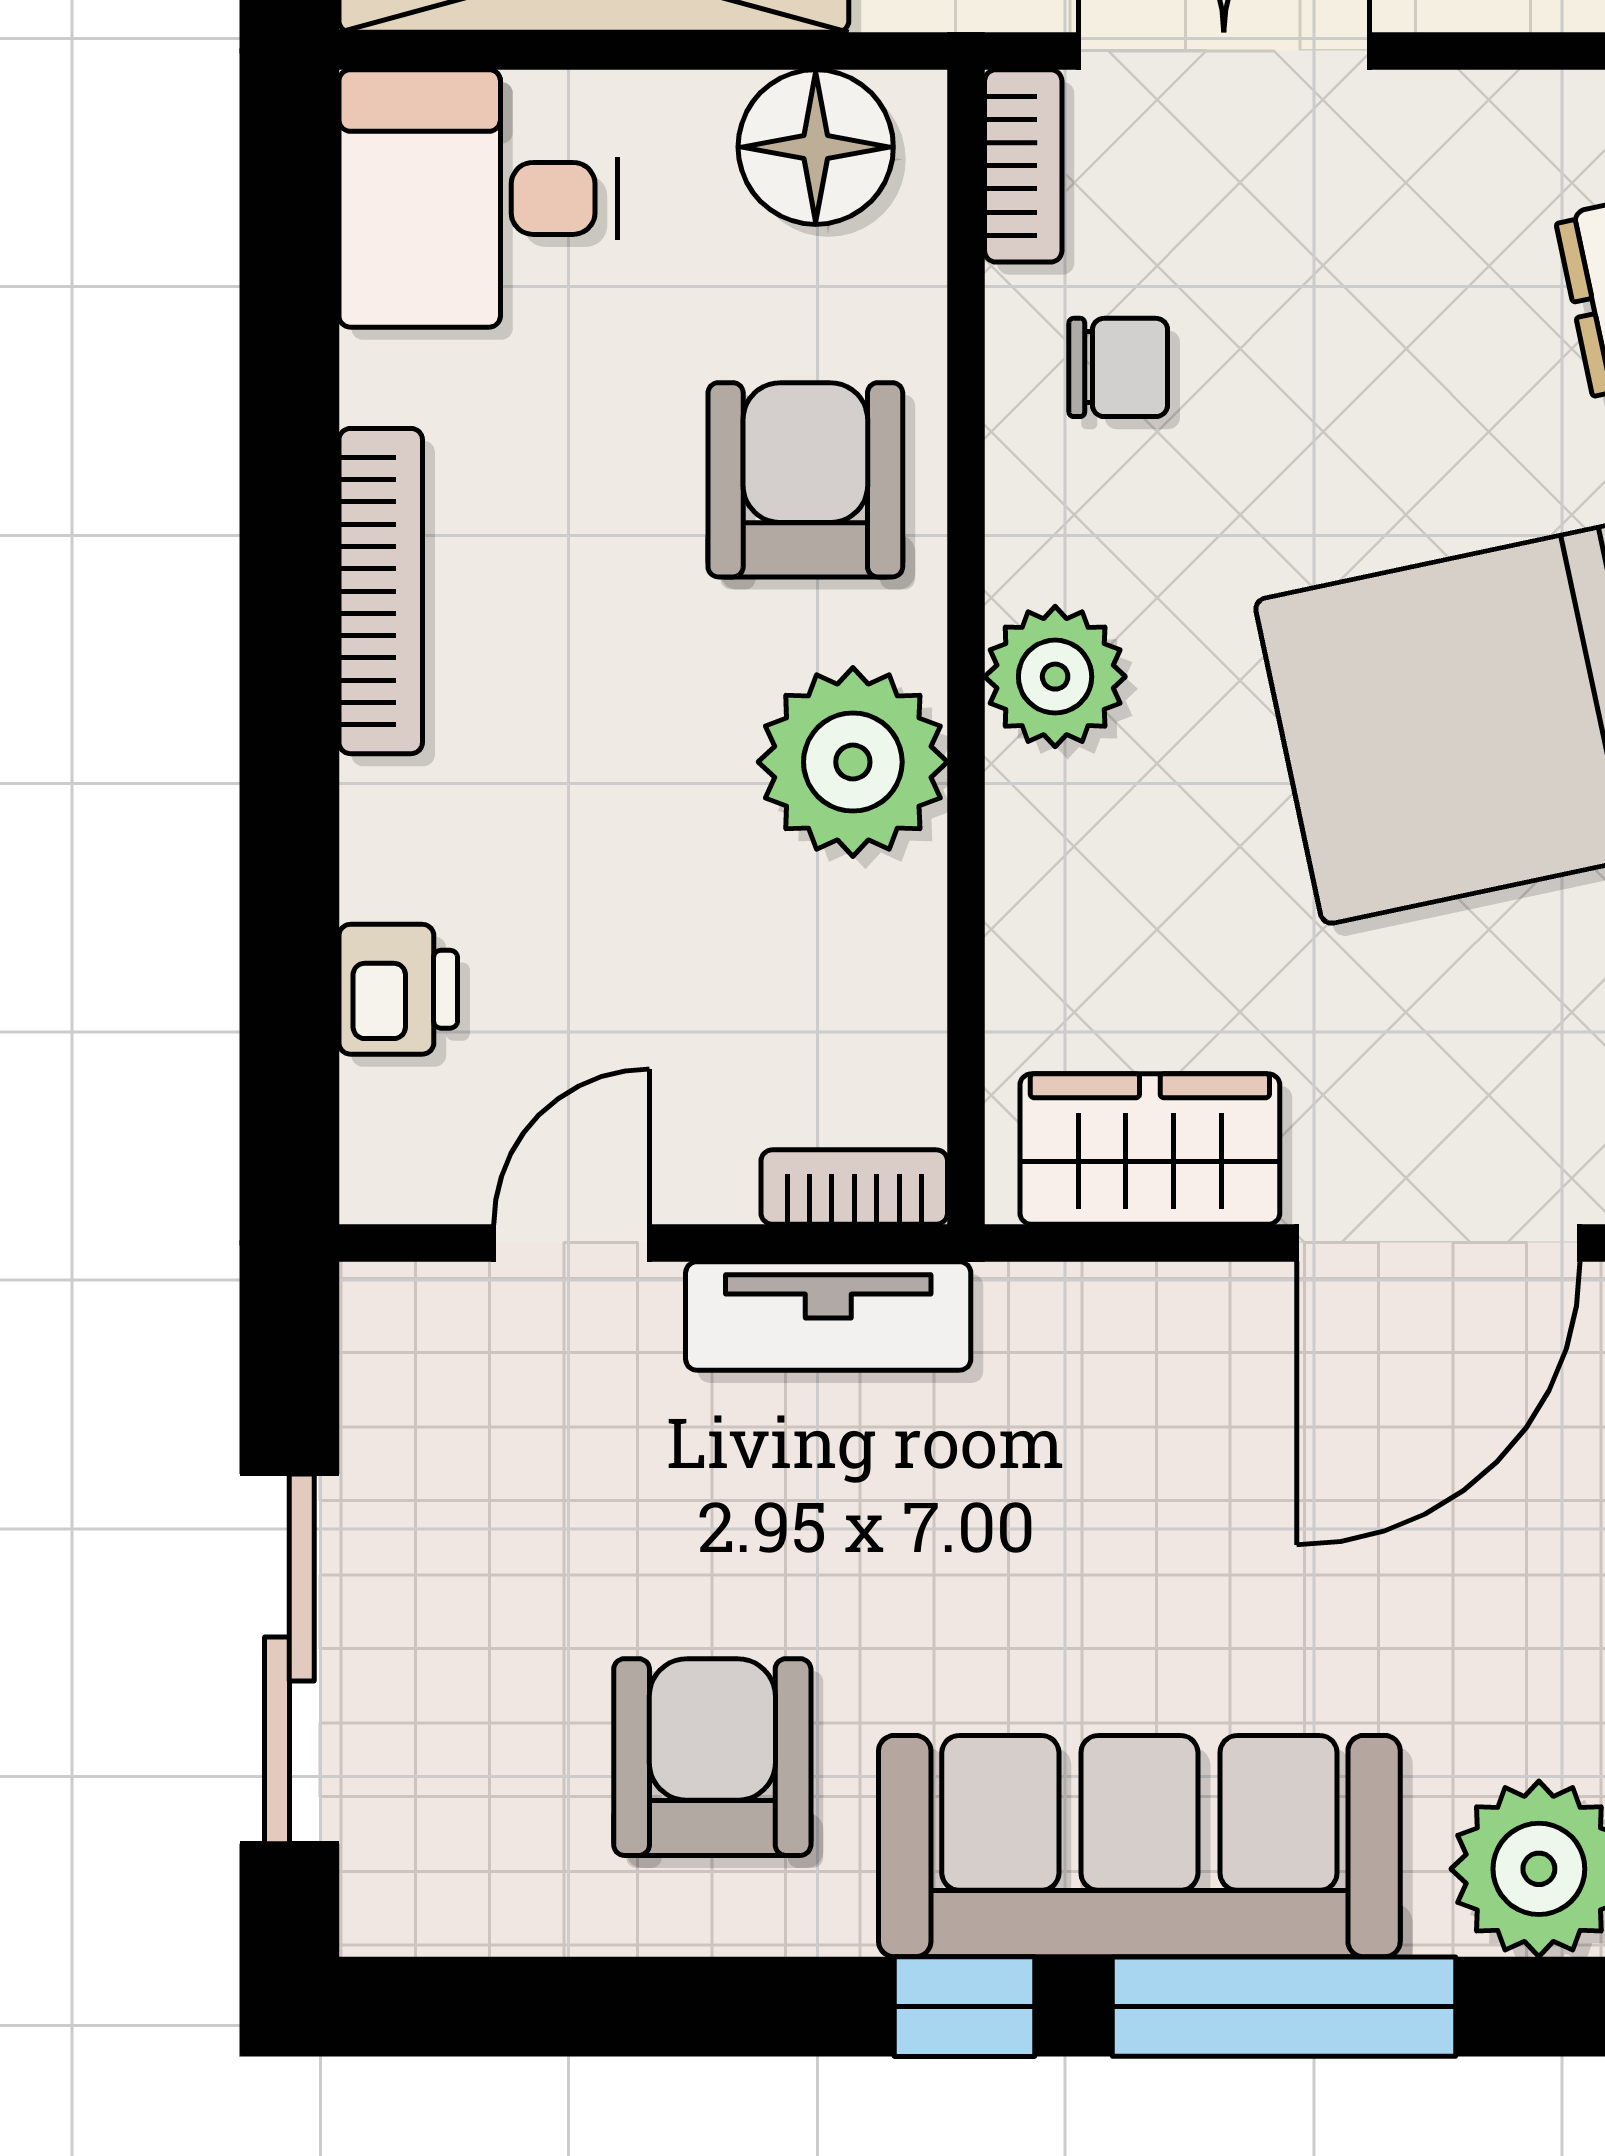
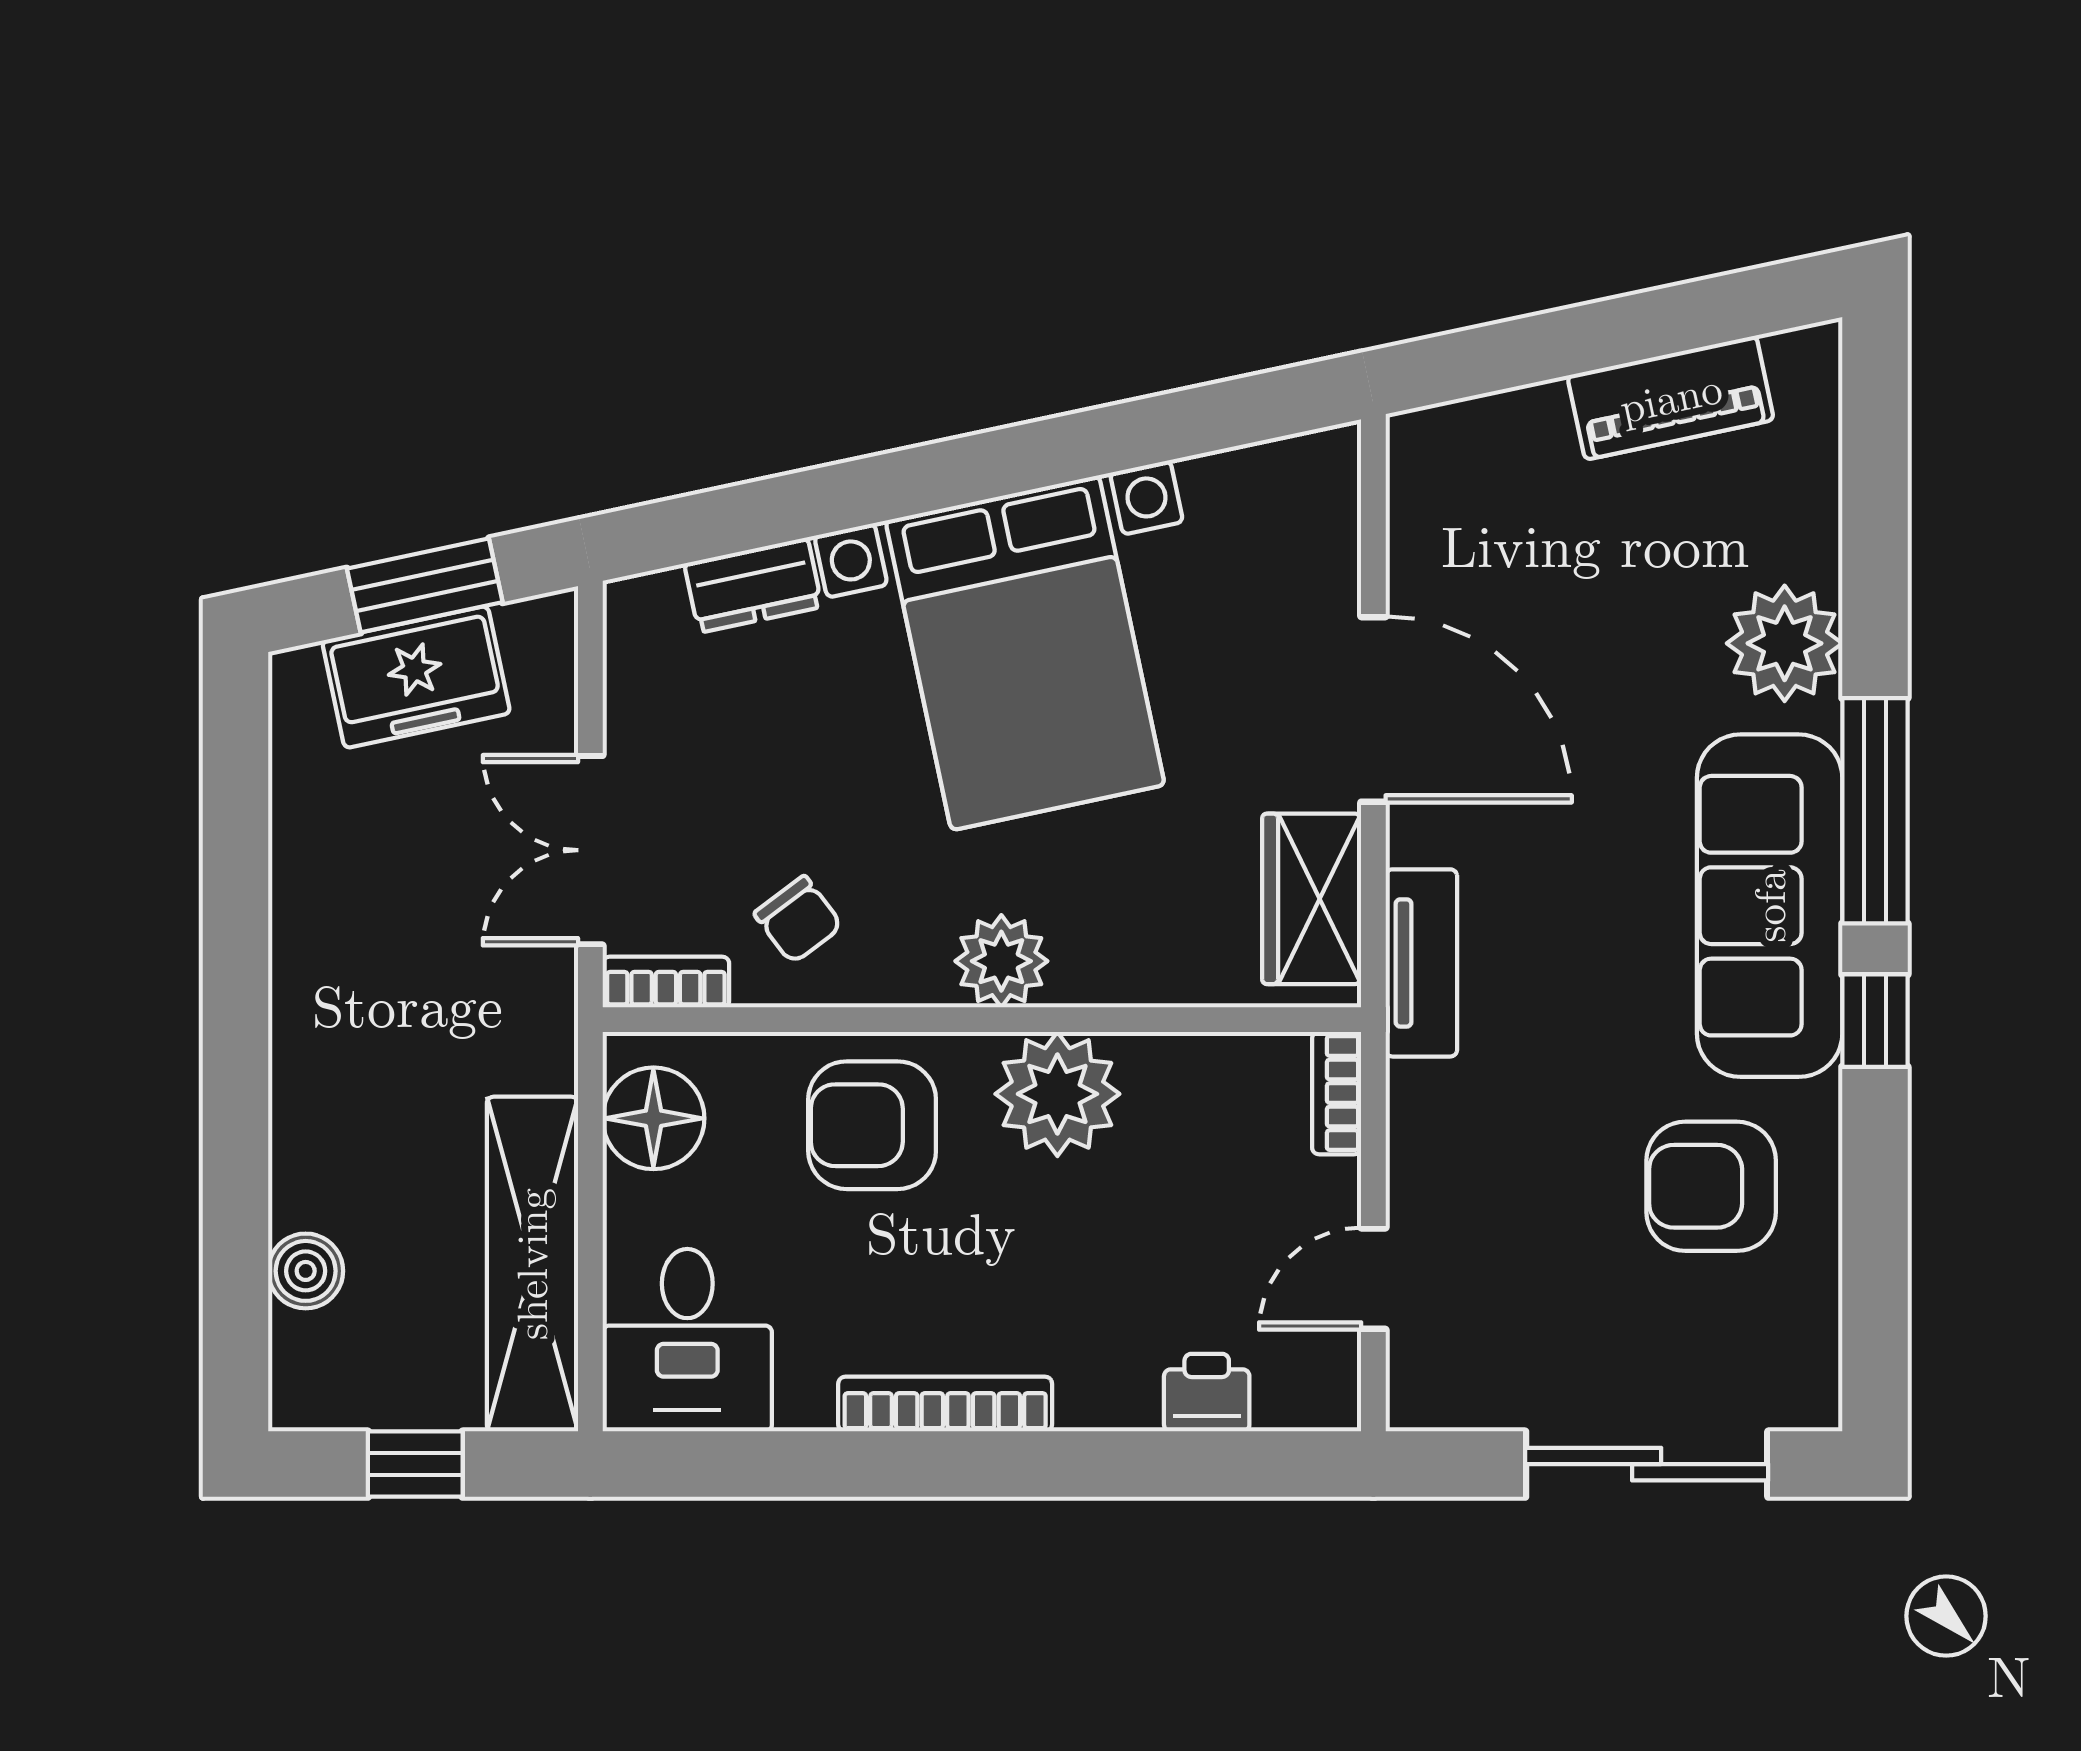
chair: (1118, 367) -> (798, 920), turned 143
door: (572, 1243) -> (1373, 1279), hinge flipped
tv unit: (828, 1316) -> (1421, 963), moved

